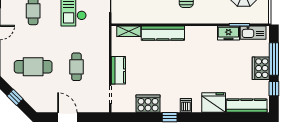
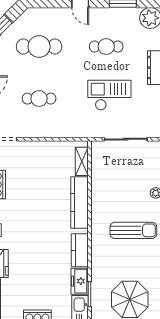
cafe table: (33, 67) -> (39, 47), turned 90
kitchen counter: (118, 70) -> (80, 250), moved, turned 90

